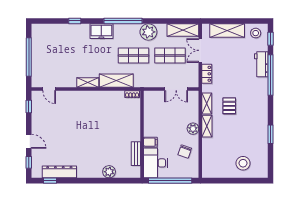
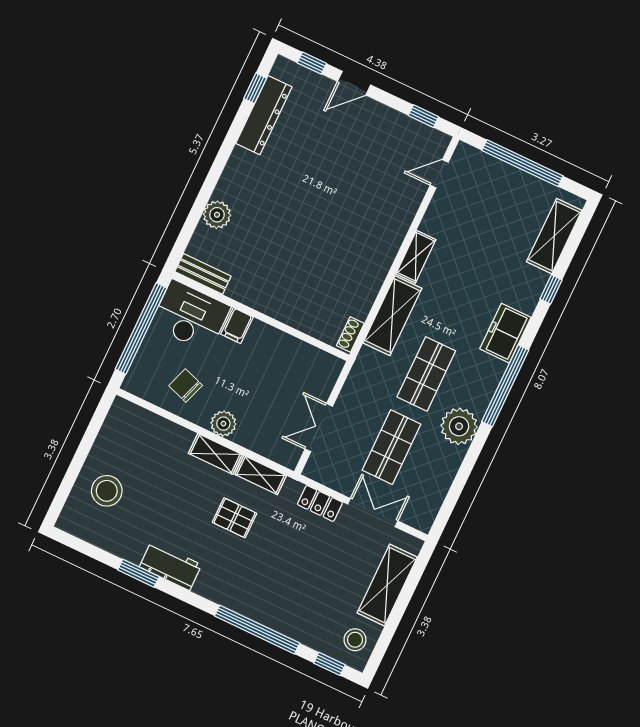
shelving: (183, 30) -> (554, 236), moved
workbench: (261, 64) -> (170, 566), moved
bench: (136, 154) -> (203, 274), moved

